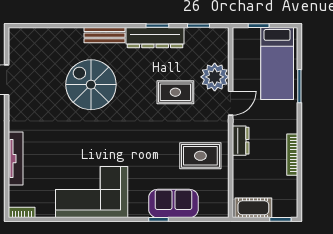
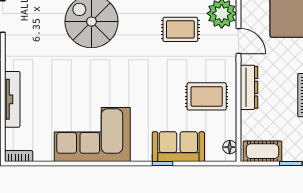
door: (231, 103) -> (238, 41), hinge flipped
dresser: (241, 141) -> (249, 87), width x1.44
floor lamp: (222, 204) -> (230, 147), added

